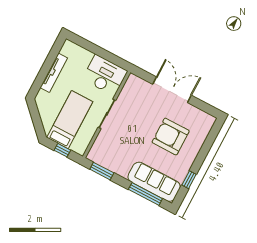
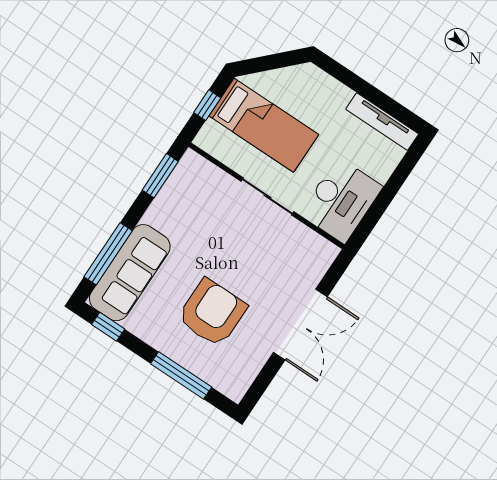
tv unit: (54, 73) -> (382, 122), moved
window: (205, 149) -> (181, 375), added
window: (189, 180) -> (108, 327), moved

